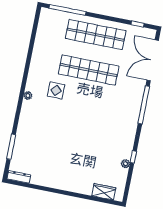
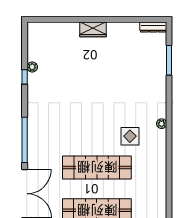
wardrobe: (104, 192) -> (93, 29), moved

